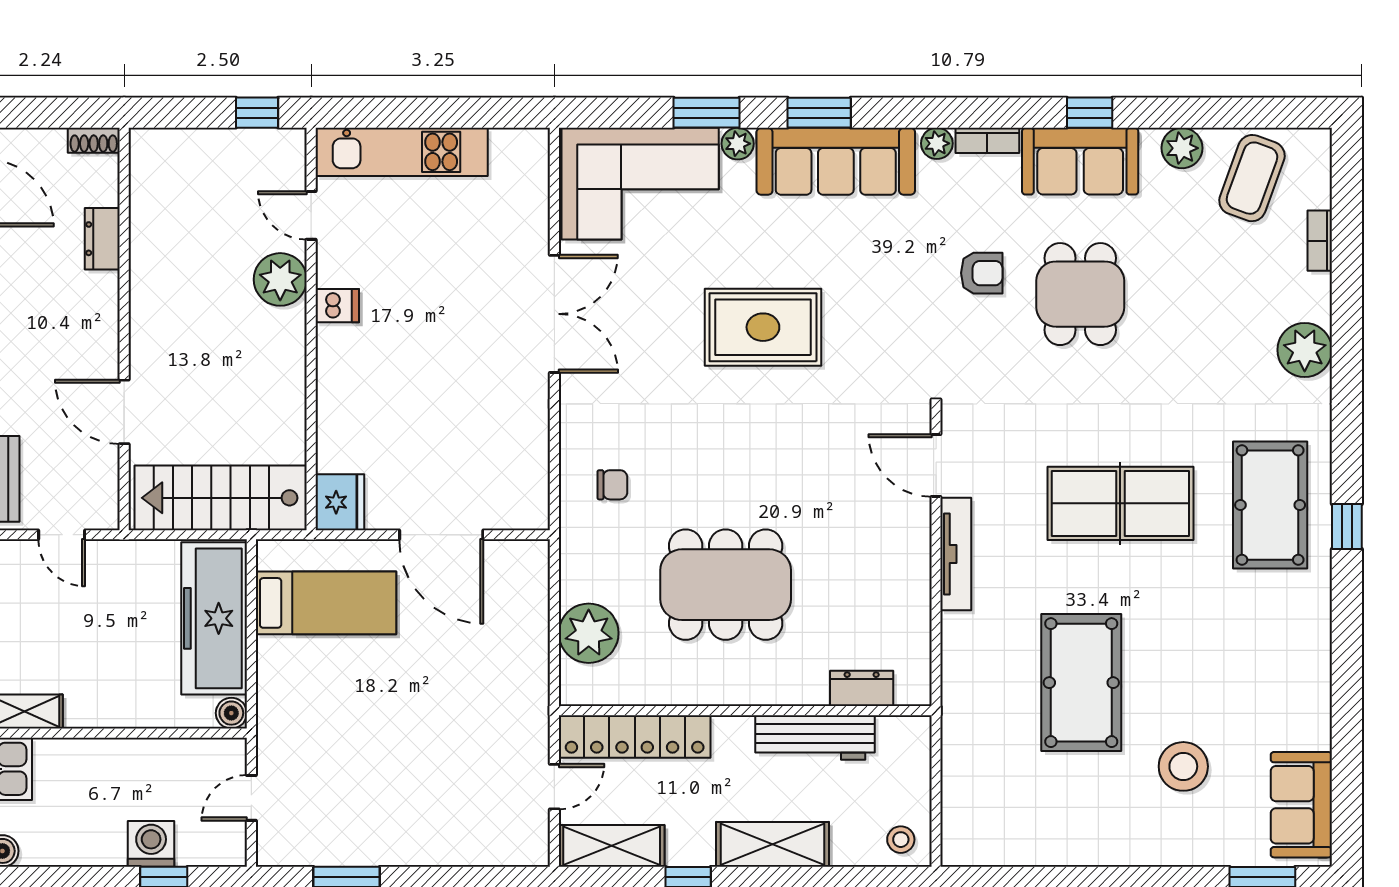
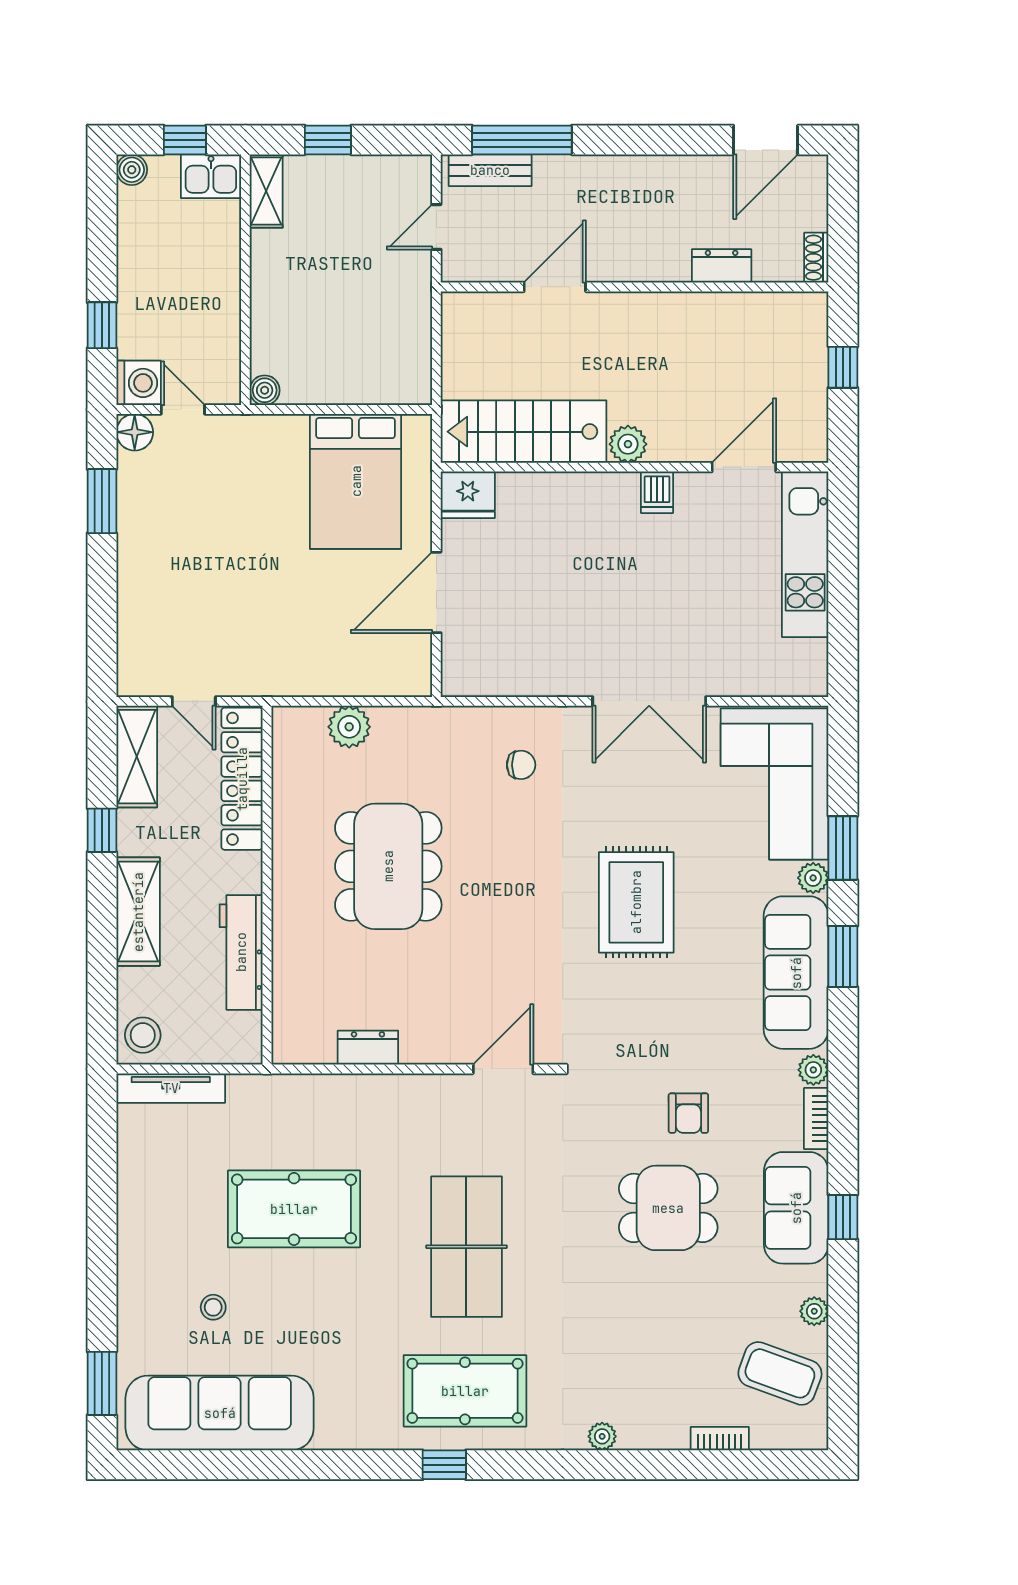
window: (257, 113) -> (843, 367), moved
plant: (1182, 148) -> (814, 1311), width x0.73, depth x0.73
door: (311, 215) -> (744, 467), width x1.38
plant: (280, 279) -> (628, 444), moved, width x0.73, depth x0.73
plant: (1305, 350) -> (602, 1436), width x0.53, depth x0.53
chair: (612, 485) -> (521, 765), moved, turned -90
stairs: (221, 498) -> (524, 432), moved, turned -90
tv unit: (956, 554) -> (171, 1088), moved
bed: (326, 603) -> (356, 481), width x1.50
freezer: (214, 618) -> (356, 374), removed
plant: (589, 633) -> (349, 727), width x0.73, depth x0.73
dresser: (862, 688) -> (368, 1048), moved, turned -90
stool: (1183, 766) -> (213, 1307), width x0.53, depth x0.53
sofa: (1301, 805) -> (220, 1413), width x1.85, depth x1.27
stool: (901, 840) -> (143, 1035), width x1.37, depth x1.37
washing machine: (151, 844) -> (139, 383), moved
floor lamp: (275, 848) -> (135, 432), added

